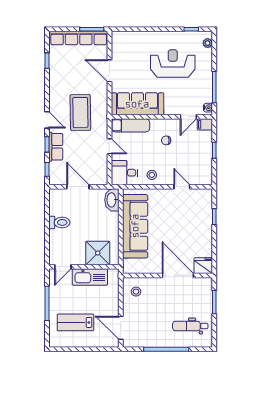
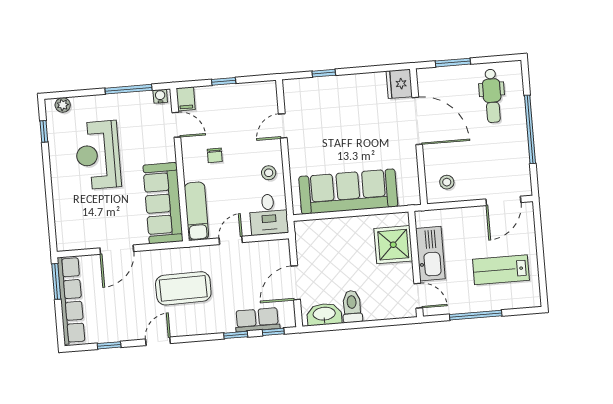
door: (47, 120) -> (158, 341), moved
row of seats: (56, 147) -> (257, 320), moved
washbasin: (112, 200) -> (324, 314), moved, turned 180
door: (178, 275) -> (417, 121), swing flipped
lab bench: (75, 322) -> (501, 270), turned 90

